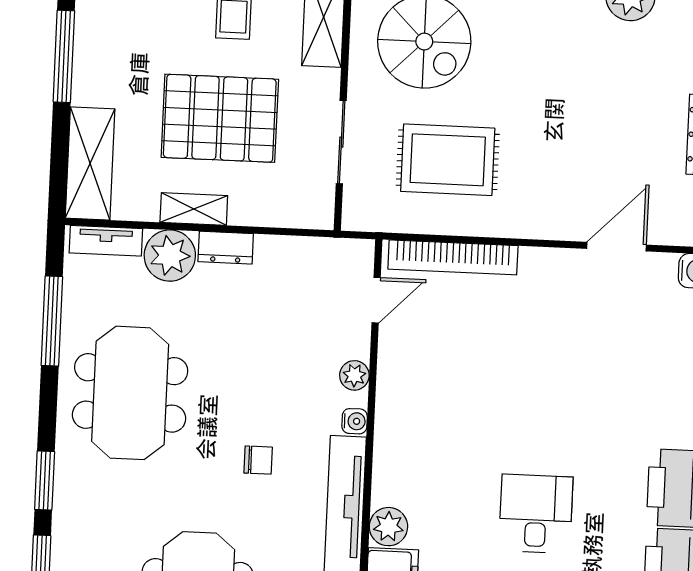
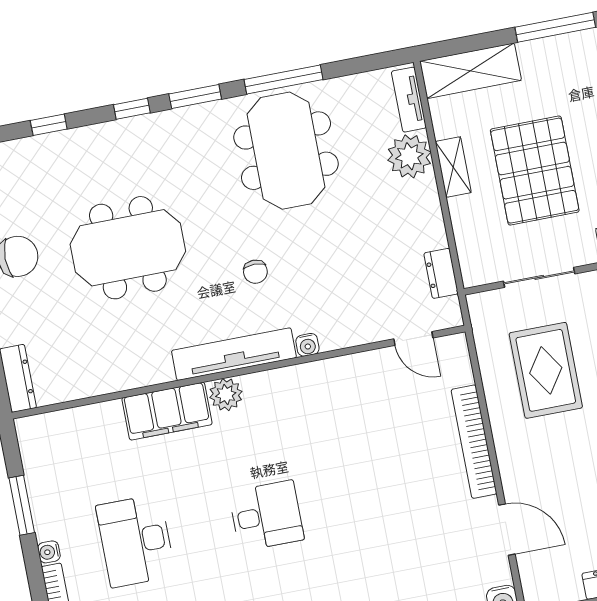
dresser: (226, 248) -> (441, 273), moved
bookcase: (453, 257) -> (474, 442), moved
window: (52, 321) -> (283, 79), moved
plant: (354, 375) -> (346, 335), removed
meeting table: (130, 393) -> (286, 151), turned 90

